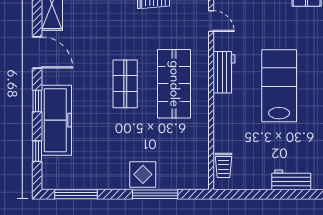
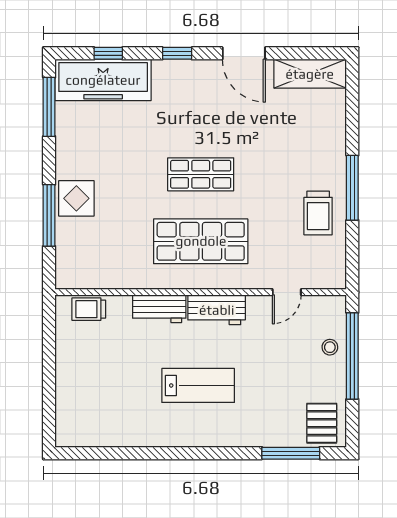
door: (37, 52) -> (244, 53), hinge flipped
lab bench: (279, 86) -> (198, 385), width x0.73, depth x0.72
freezer: (56, 120) -> (103, 80), moved
workbench: (291, 180) -> (159, 309), moved, turned 90

